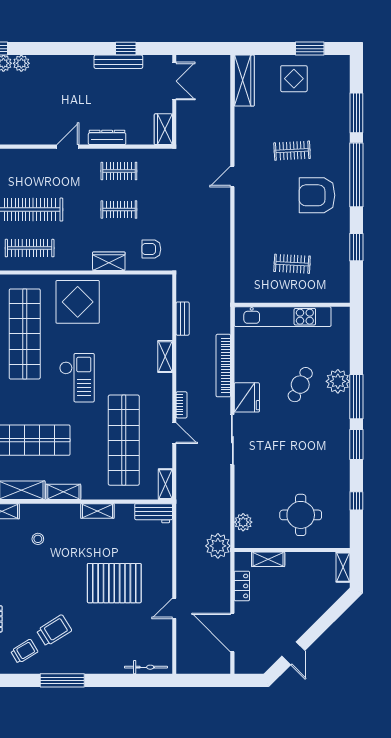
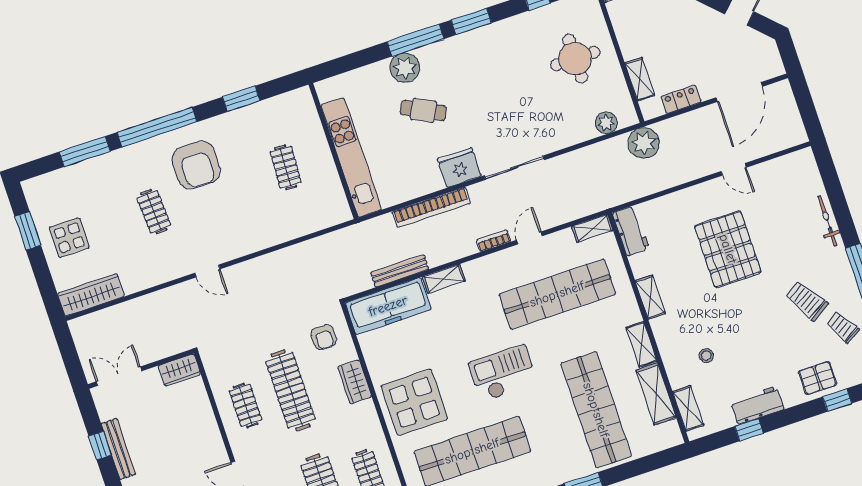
dresser: (107, 137) -> (211, 432), removed
clothes rail: (119, 210) -> (290, 390), width x1.86, depth x1.31
freezer: (158, 307) -> (388, 306), added
bench: (183, 319) -> (400, 271), width x1.36
bicycle: (146, 667) -> (827, 221), moved

